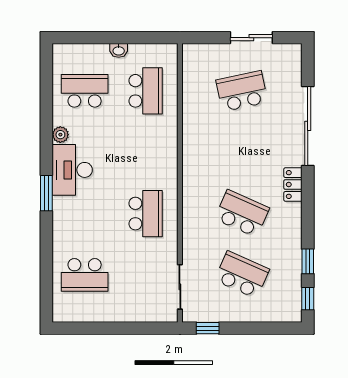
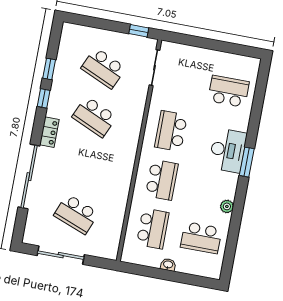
sliding door: (251, 38) -> (61, 255), width x1.37
school desk: (146, 91) -> (153, 229), turned 180
school desk: (242, 91) -> (76, 214), turned 33
school desk: (146, 152) -> (162, 180), added
desk: (72, 170) -> (228, 150), moved
window: (308, 299) -> (44, 98), moved

